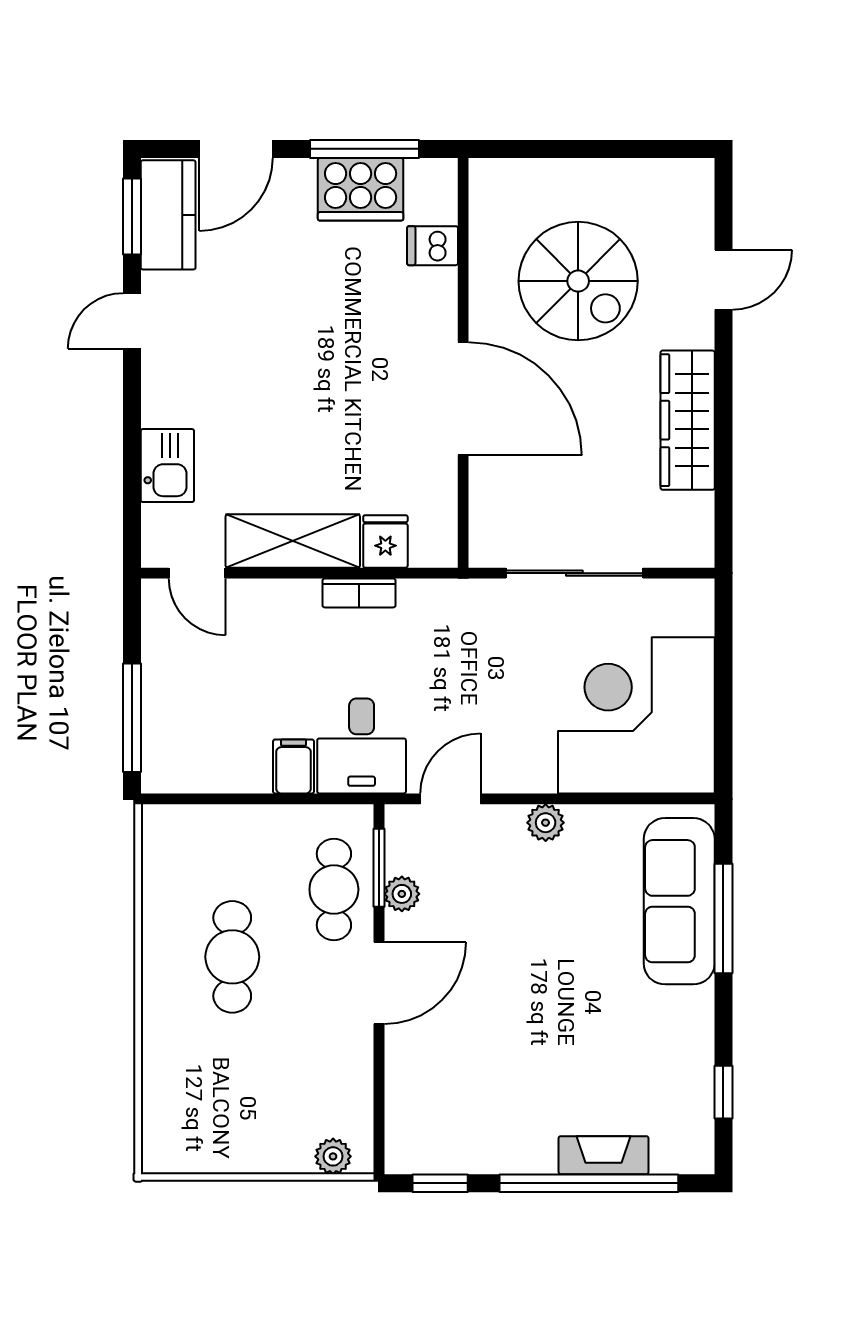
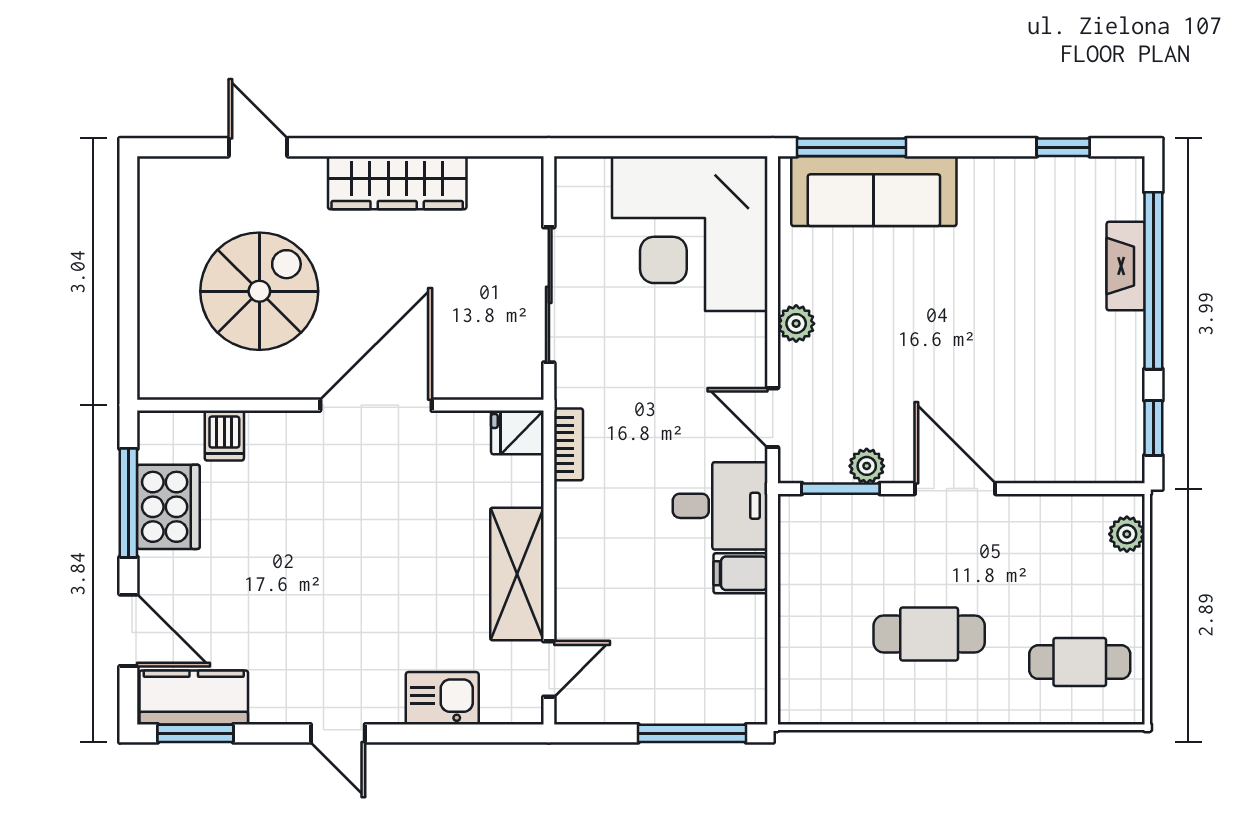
door: (132, 321) -> (338, 733), moved
fridge: (385, 541) -> (517, 432), moved
bookcase: (359, 593) -> (568, 444), moved
cafe table: (334, 889) -> (1080, 662), moved
window: (723, 918) -> (852, 147), moved

